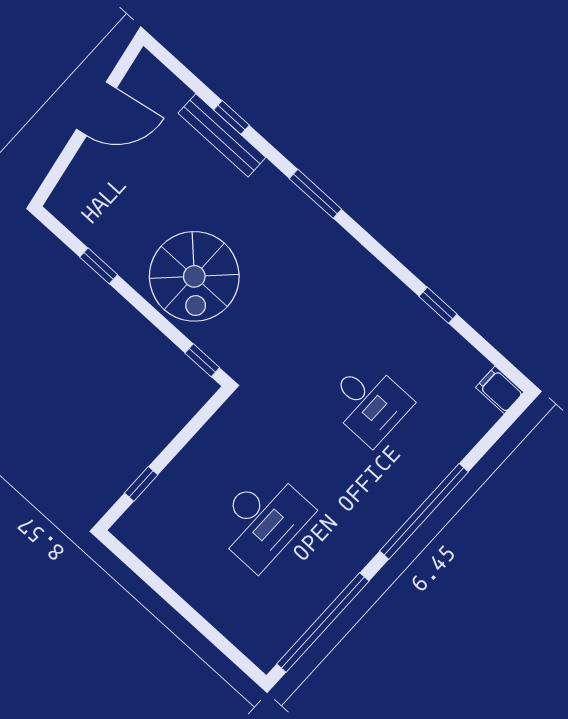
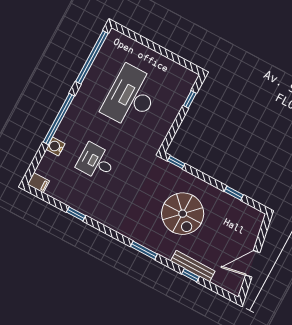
spiral stairs: (194, 276) -> (183, 214), moved, turned 180
water cooler: (445, 456) -> (56, 147), added
desk: (262, 520) -> (131, 97), width x1.36, depth x1.30

